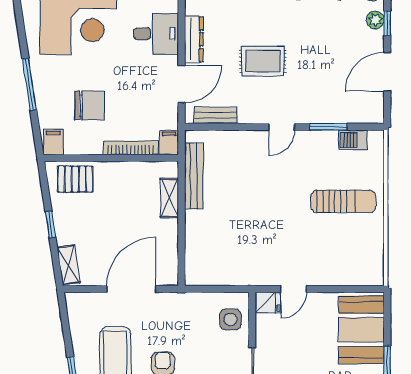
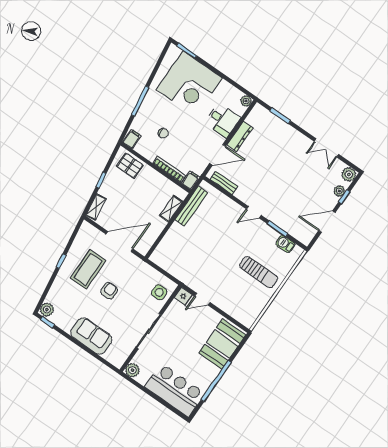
rug: (263, 61) -> (267, 172), removed
chair: (90, 105) -> (163, 133), width x0.54, depth x0.54

